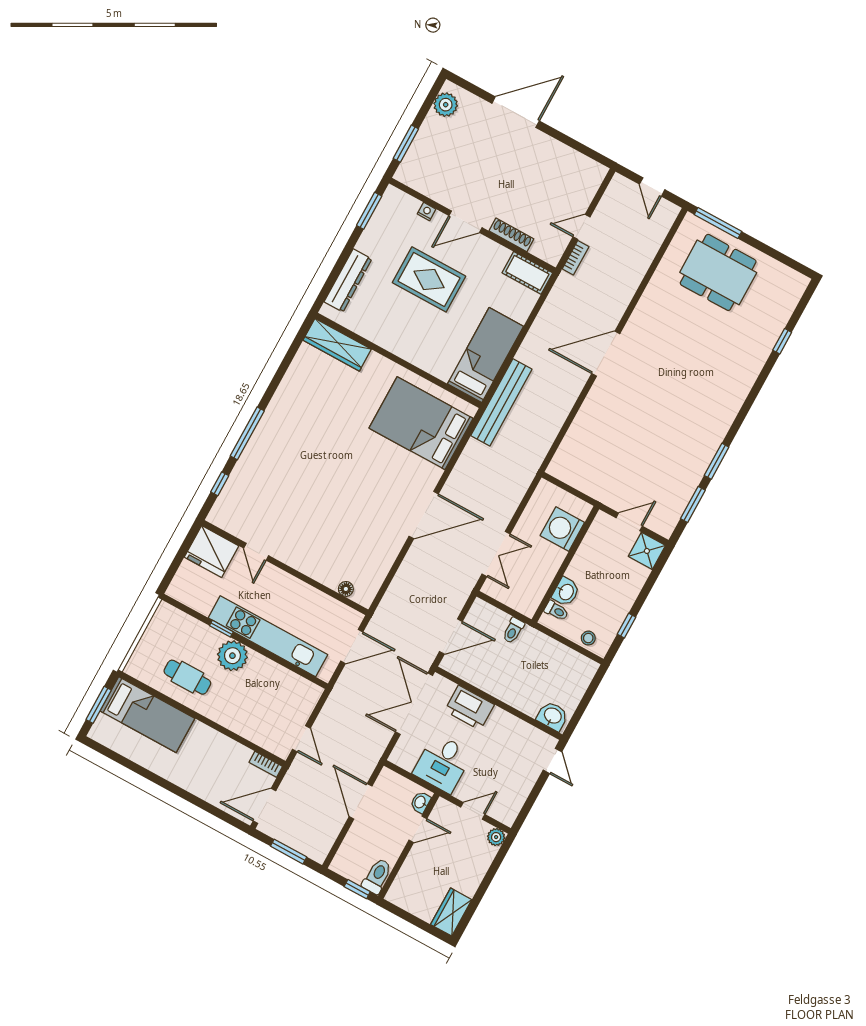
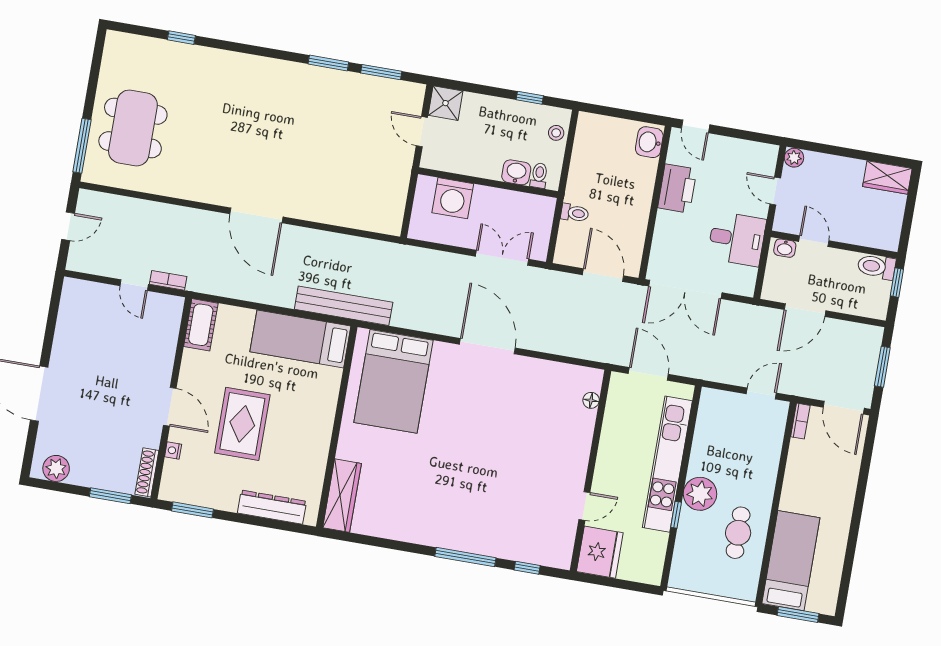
shoe rack: (511, 235) -> (147, 472), moved
printer: (469, 708) -> (677, 188), moved
door: (552, 761) -> (696, 126), swing flipped

